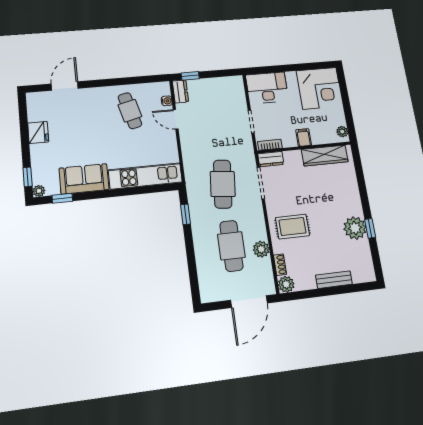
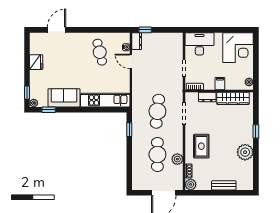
dresser: (271, 159) -> (207, 97), moved
rug: (292, 227) -> (201, 146), turned 90
window: (370, 228) -> (256, 131), moved

